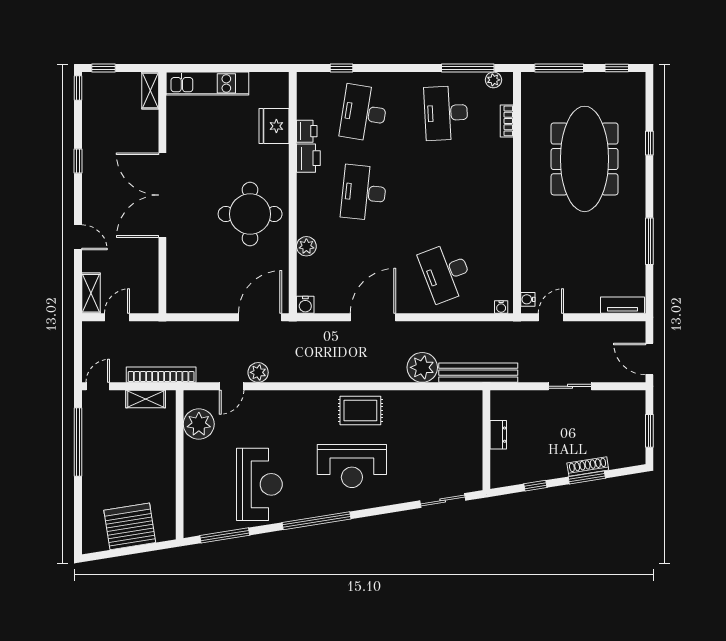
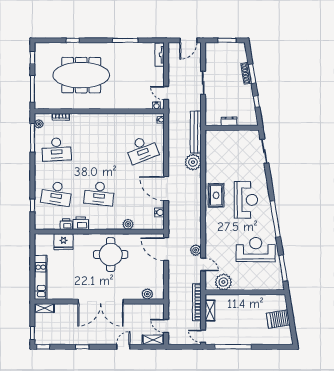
plant: (176, 282) -> (147, 294), added
water cooler: (305, 305) -> (159, 212), moved
server rack: (130, 526) -> (278, 319), width x0.62

